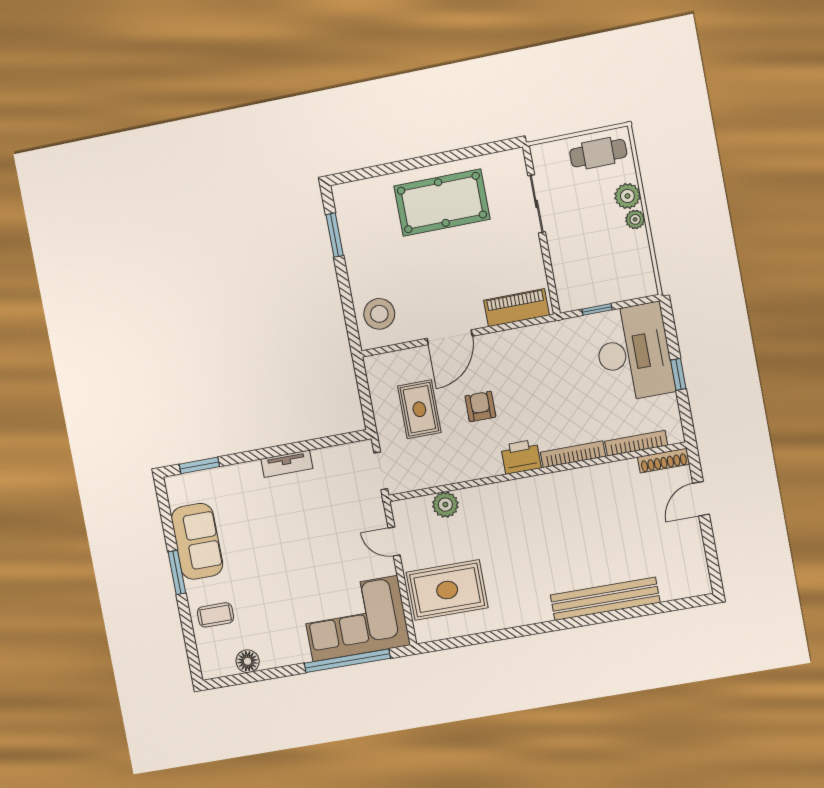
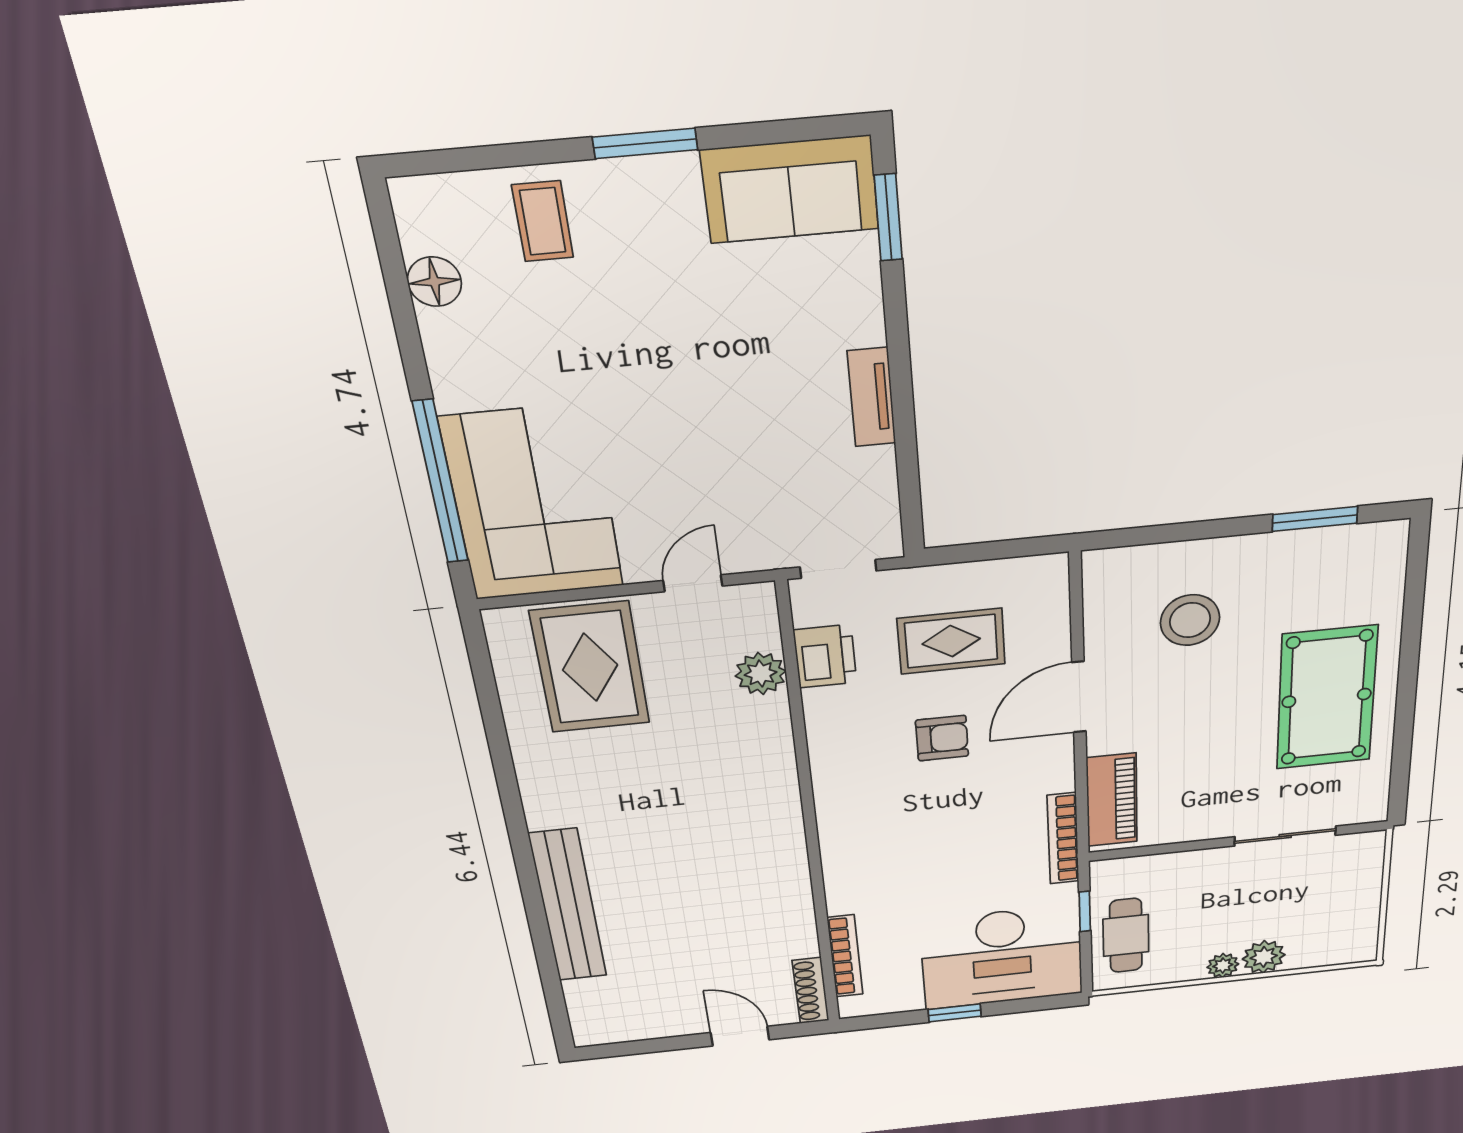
cafe table: (598, 153) -> (1126, 935), moved
stool: (379, 314) -> (1190, 620), moved
door: (450, 337) -> (1079, 697), hinge flipped
bookcase: (573, 454) -> (1063, 839), moved, turned 180
printer: (521, 457) -> (825, 656), moved
sofa: (197, 541) -> (790, 190), moved

